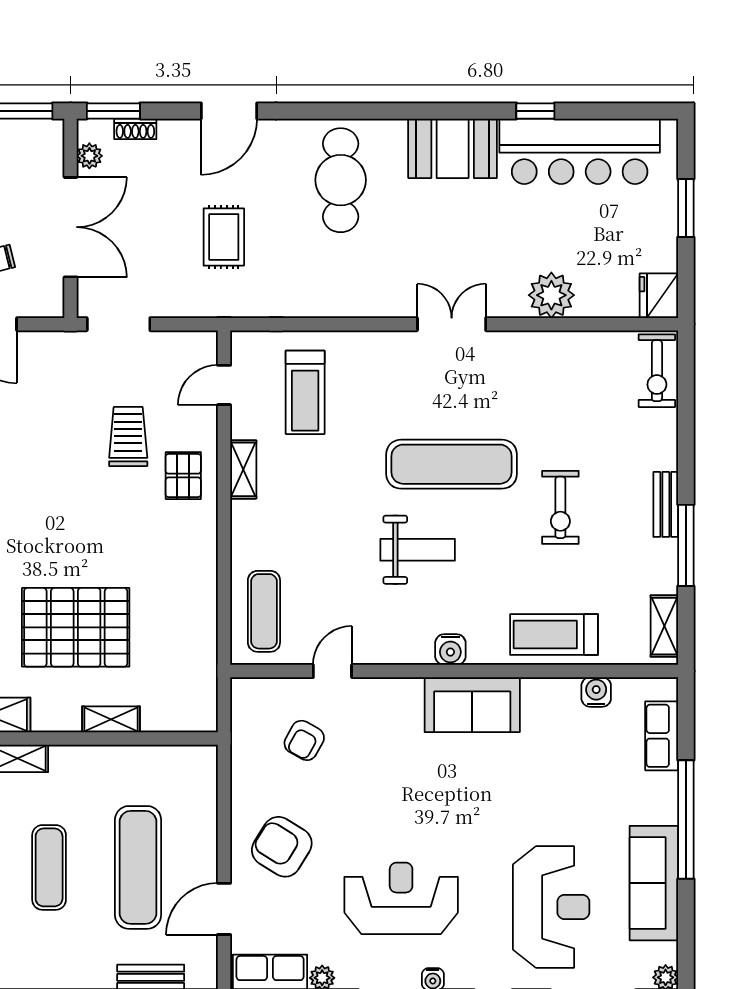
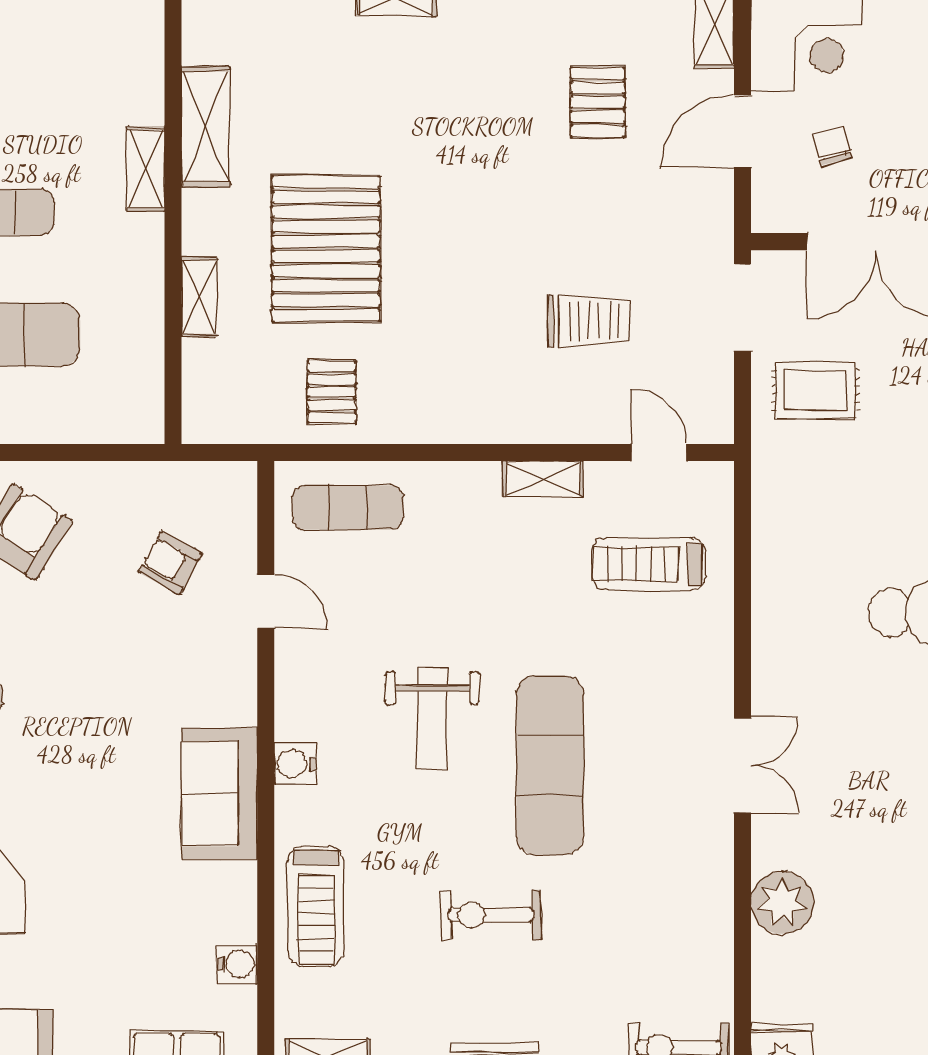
rug: (224, 237) -> (816, 390), moved
pallet: (183, 476) -> (332, 392), moved, turned 90
treadmill: (554, 635) -> (316, 906), turned 180

